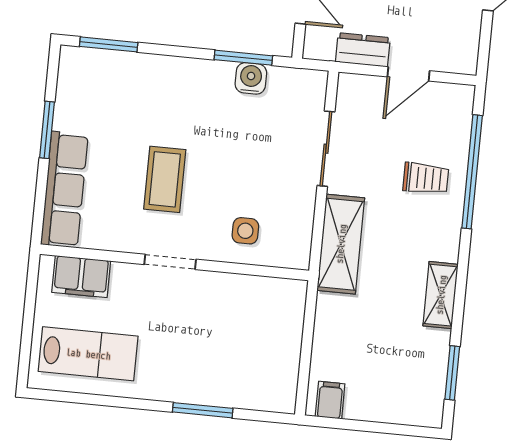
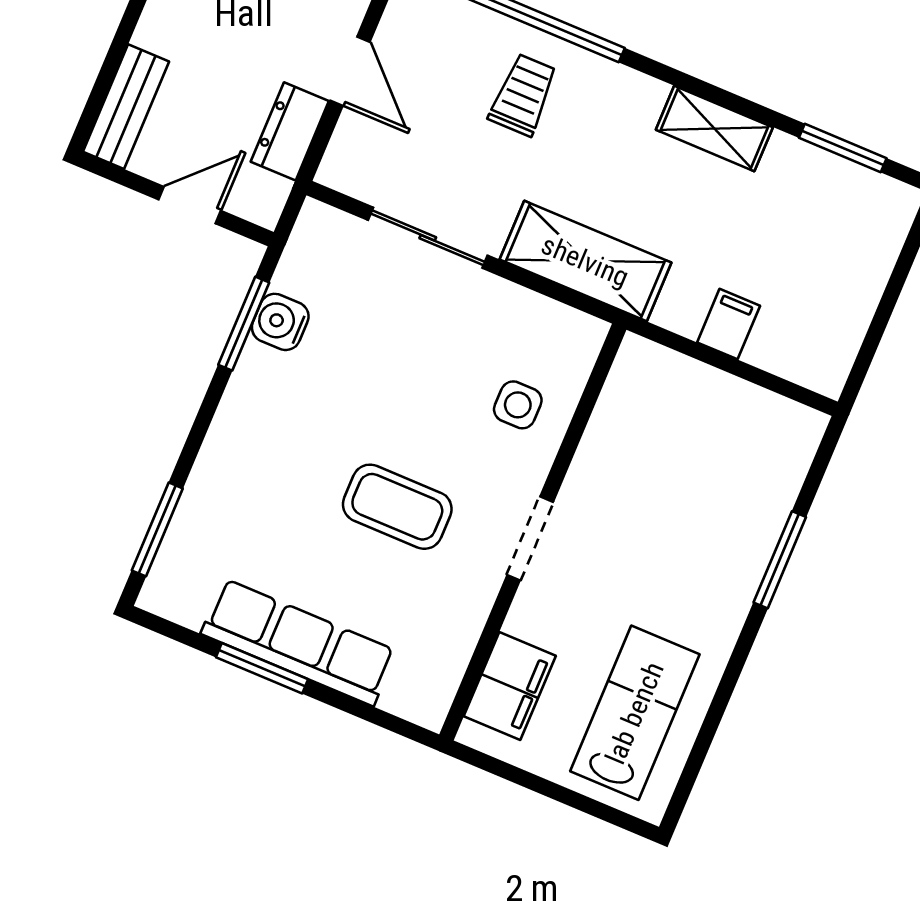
row of seats: (64, 189) -> (299, 642), moved
filing cabinet: (330, 400) -> (729, 324), moved, turned 90

